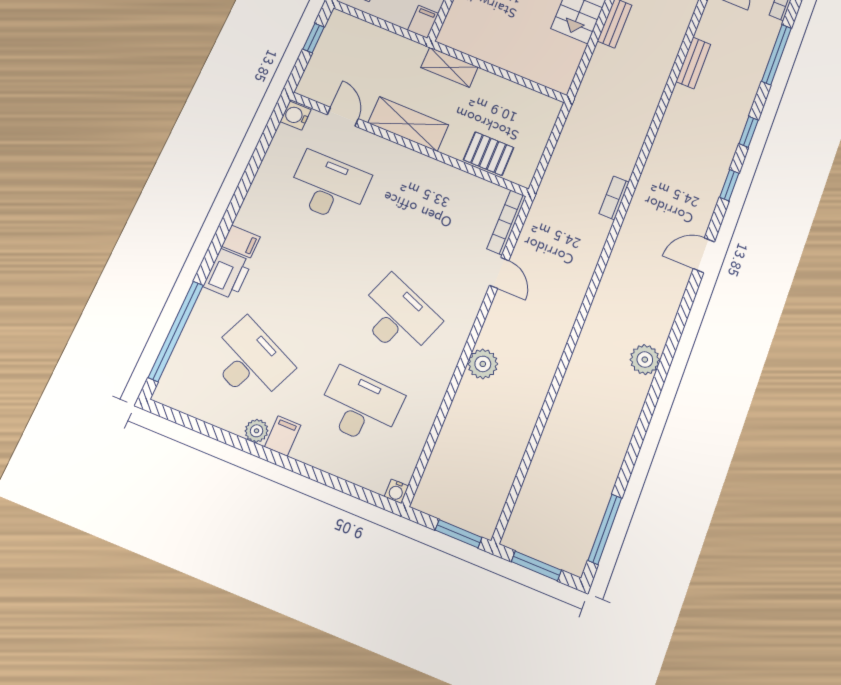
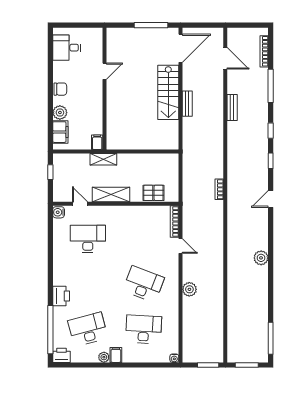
shelving: (449, 67) -> (103, 159), moved
filing cabinet: (241, 242) -> (60, 279), removed
desk: (250, 361) -> (88, 329), turned -39
printer: (174, 392) -> (62, 355), added

